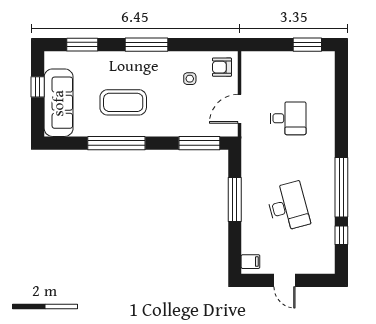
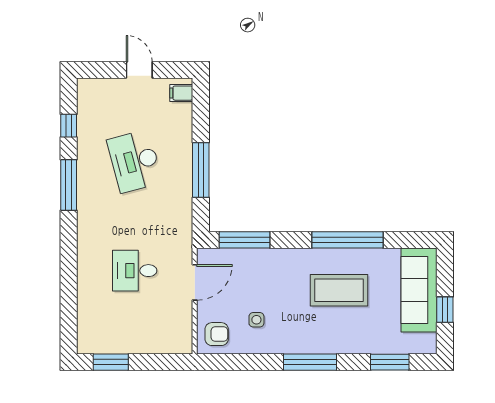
window: (341, 187) -> (69, 185), width x0.68

